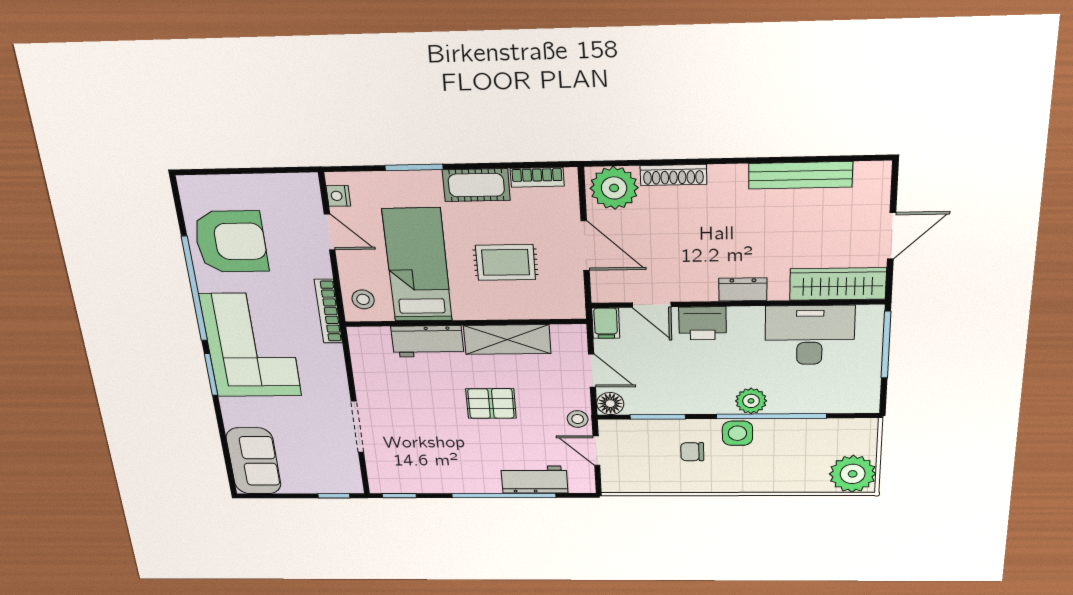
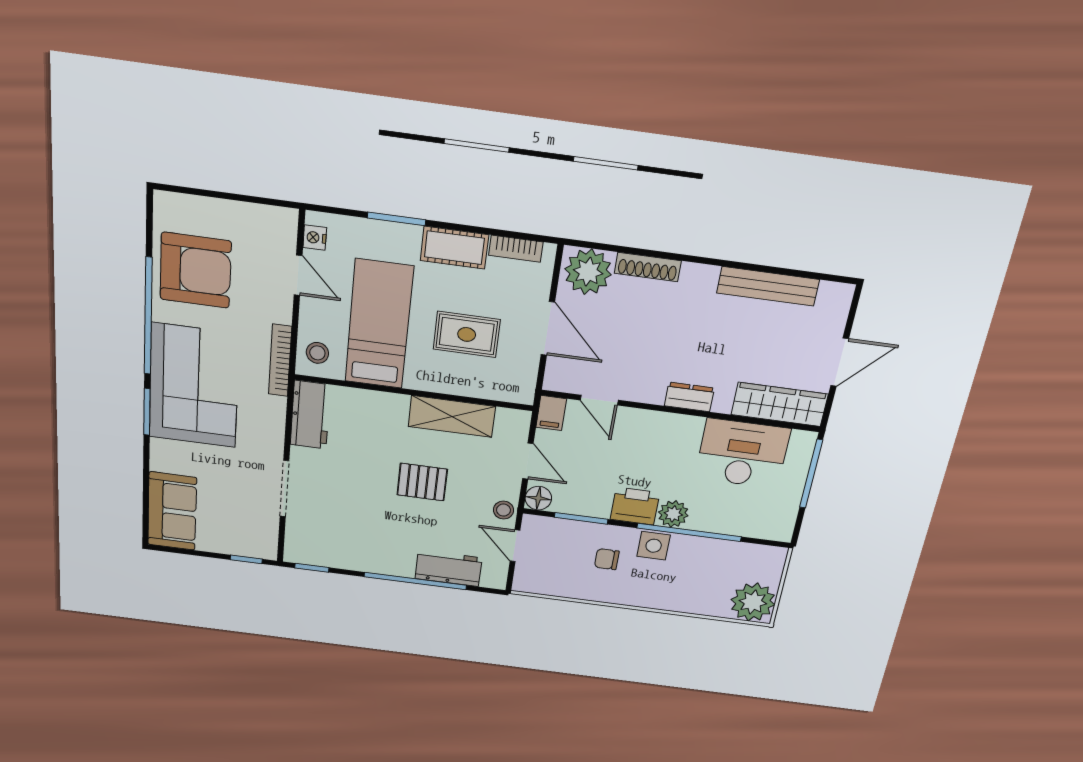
printer: (703, 323) -> (635, 506), moved, turned 180
workbench: (428, 341) -> (310, 415), moved, turned -90

